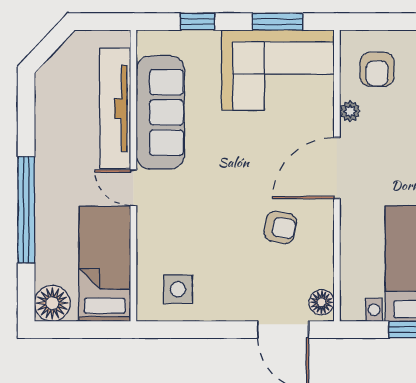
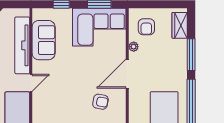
sofa: (160, 112) -> (44, 40), width x0.73
door: (133, 188) -> (31, 83), swing flipped

